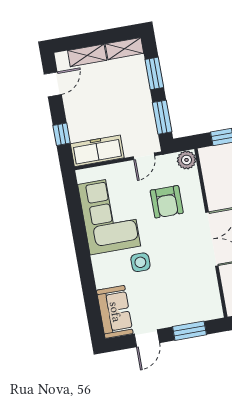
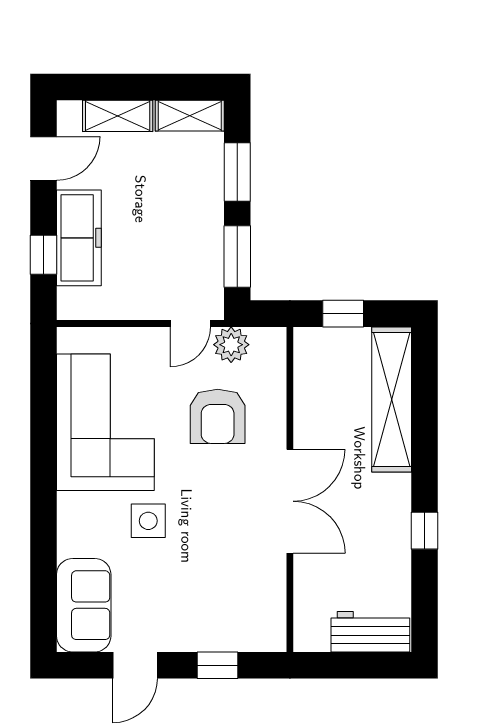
freezer: (97, 151) -> (79, 238), moved, turned 90
plant: (187, 160) -> (231, 345), moved
window: (190, 331) -> (217, 665), width x0.67

